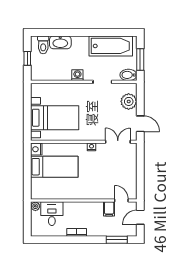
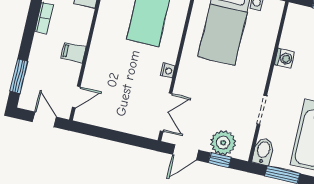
washing machine: (77, 75) -> (284, 58), moved
window: (140, 101) -> (220, 160), added
filing cabinet: (109, 209) -> (73, 53), moved

